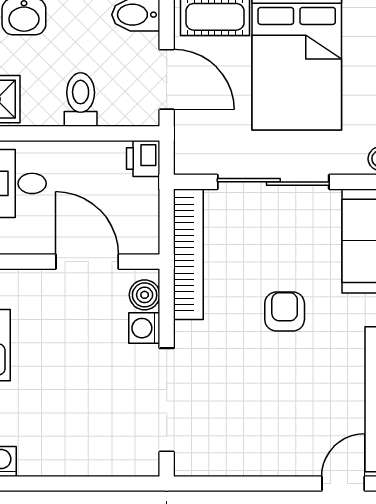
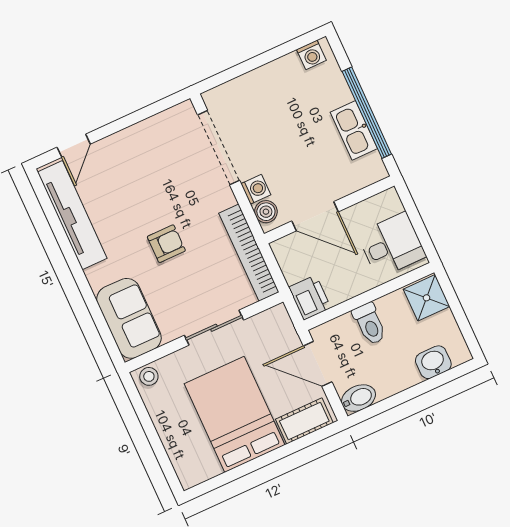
printer: (143, 158) -> (310, 298), width x1.36, depth x1.24
sliding door: (273, 182) -> (214, 328), width x0.73
armchair: (285, 311) -> (166, 244), turned -90

